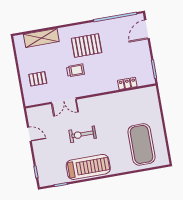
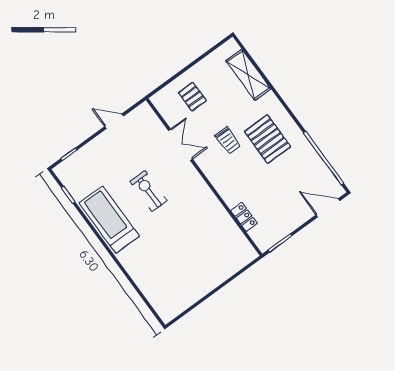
double door: (64, 101) -> (180, 145), swing flipped
door: (29, 134) -> (114, 121), swing flipped
exercise mat: (141, 144) -> (173, 275), removed
treadmill: (88, 167) -> (109, 220), turned 180

